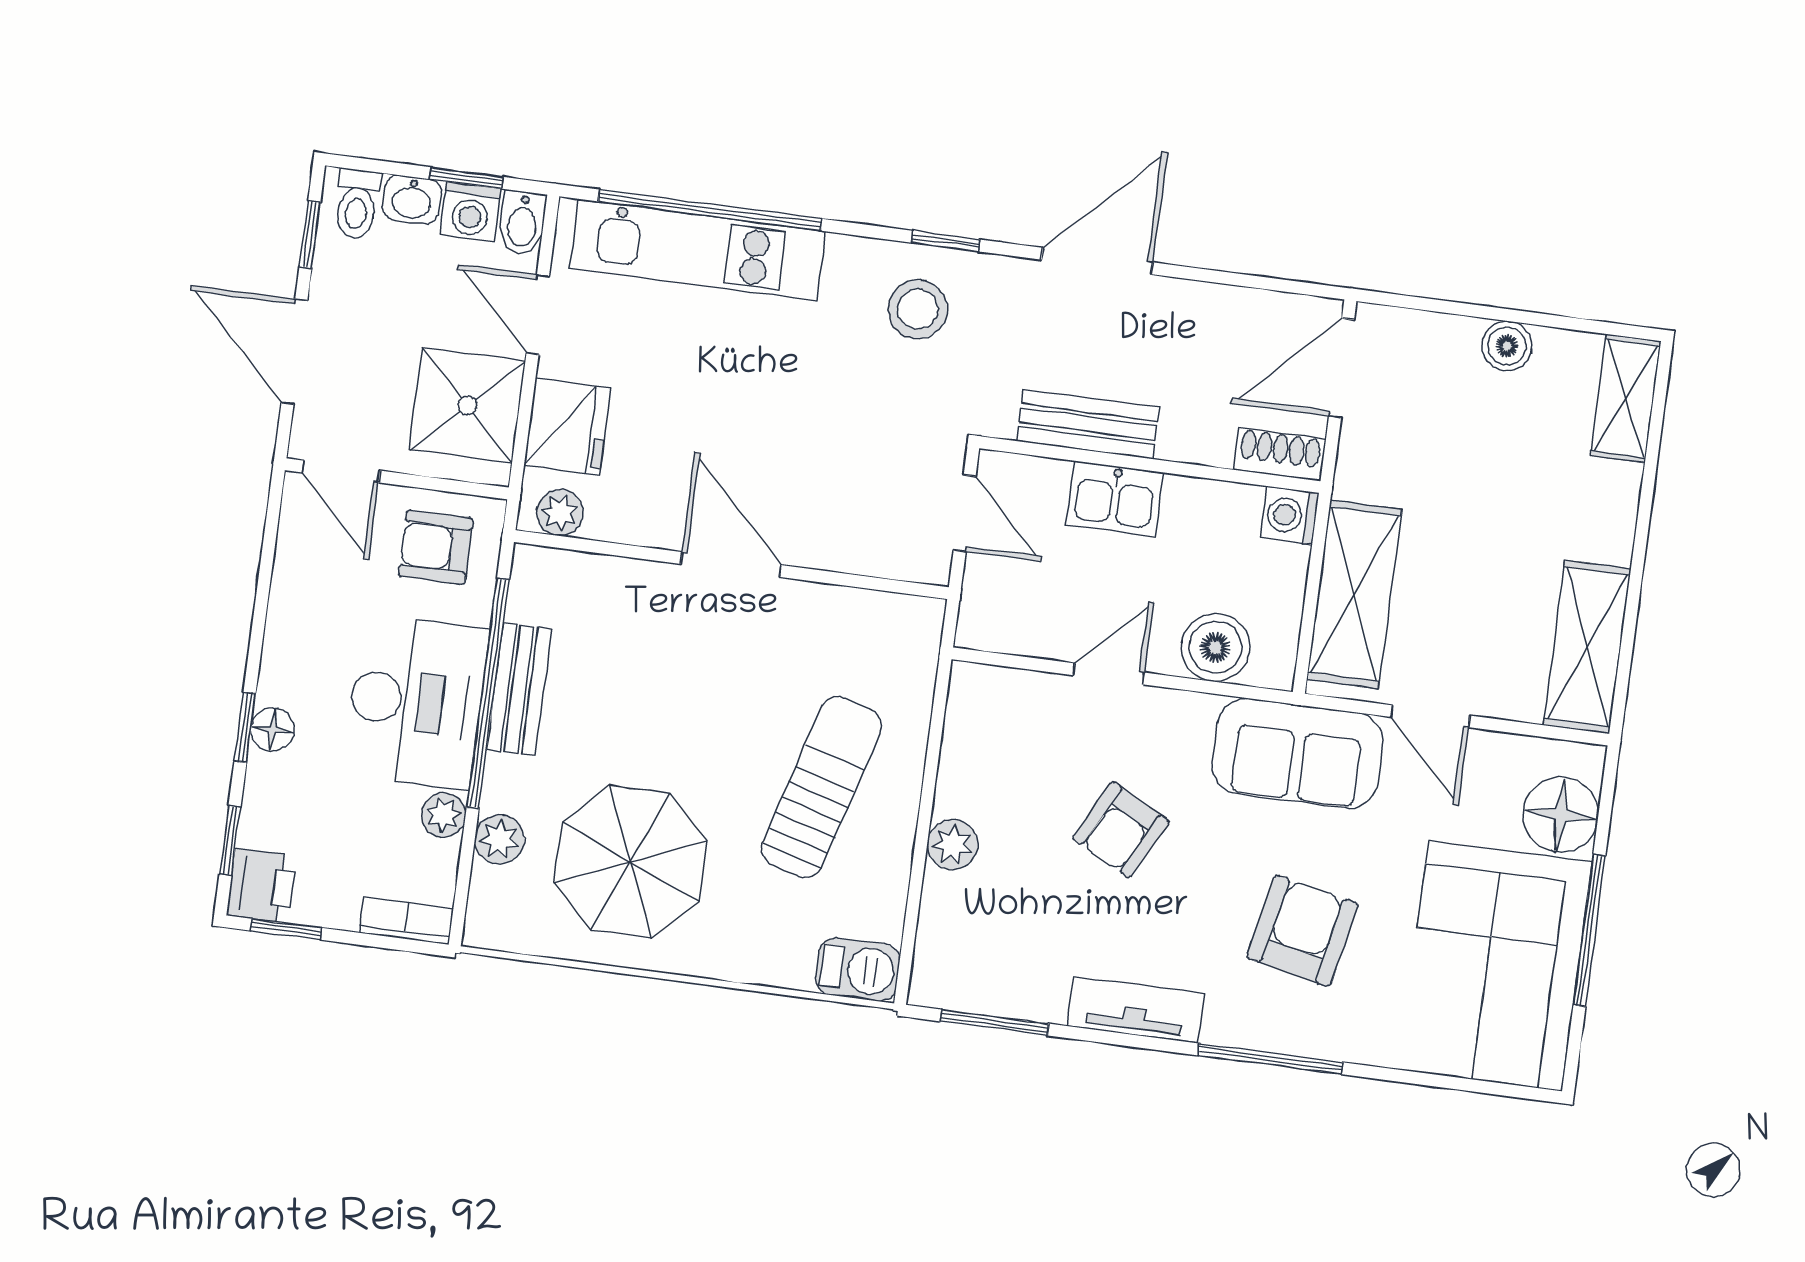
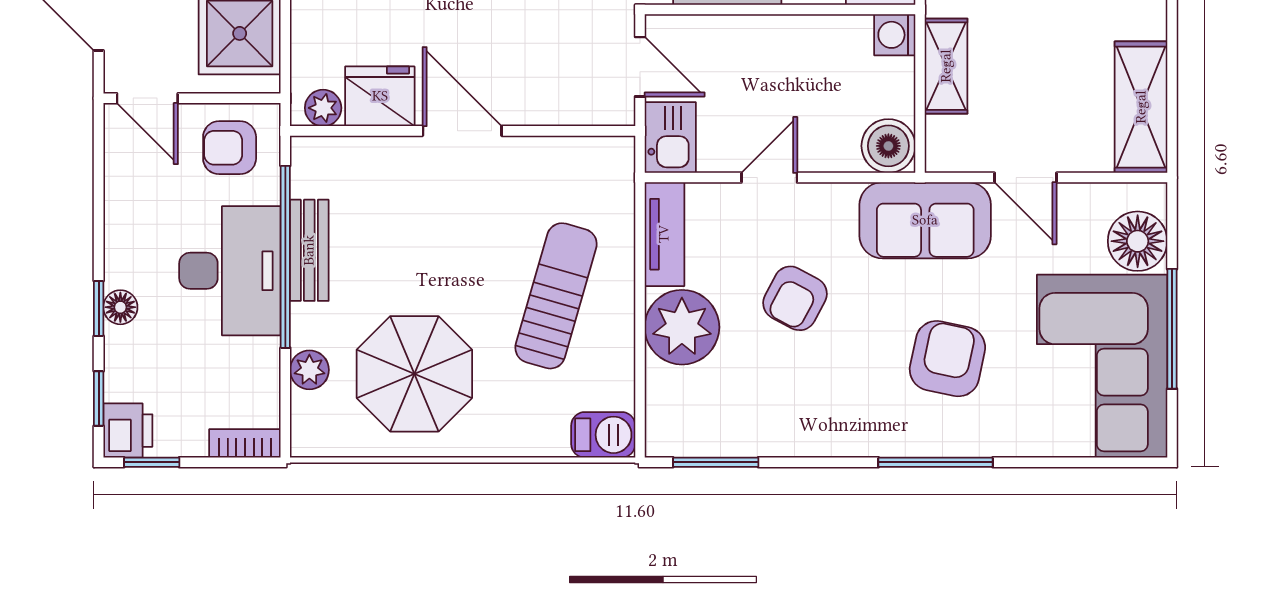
fridge: (567, 427) -> (380, 96), moved, turned -90
kitchen sink: (1115, 499) -> (670, 138), moved, turned -90
shelving: (1354, 594) -> (946, 66), width x0.67, depth x0.75
boiler: (1215, 648) -> (888, 146), moved
plant: (444, 815) -> (263, 357), removed
plant: (952, 844) -> (682, 327), width x1.87, depth x1.87
tv unit: (1136, 1010) -> (664, 234), moved, turned 90

